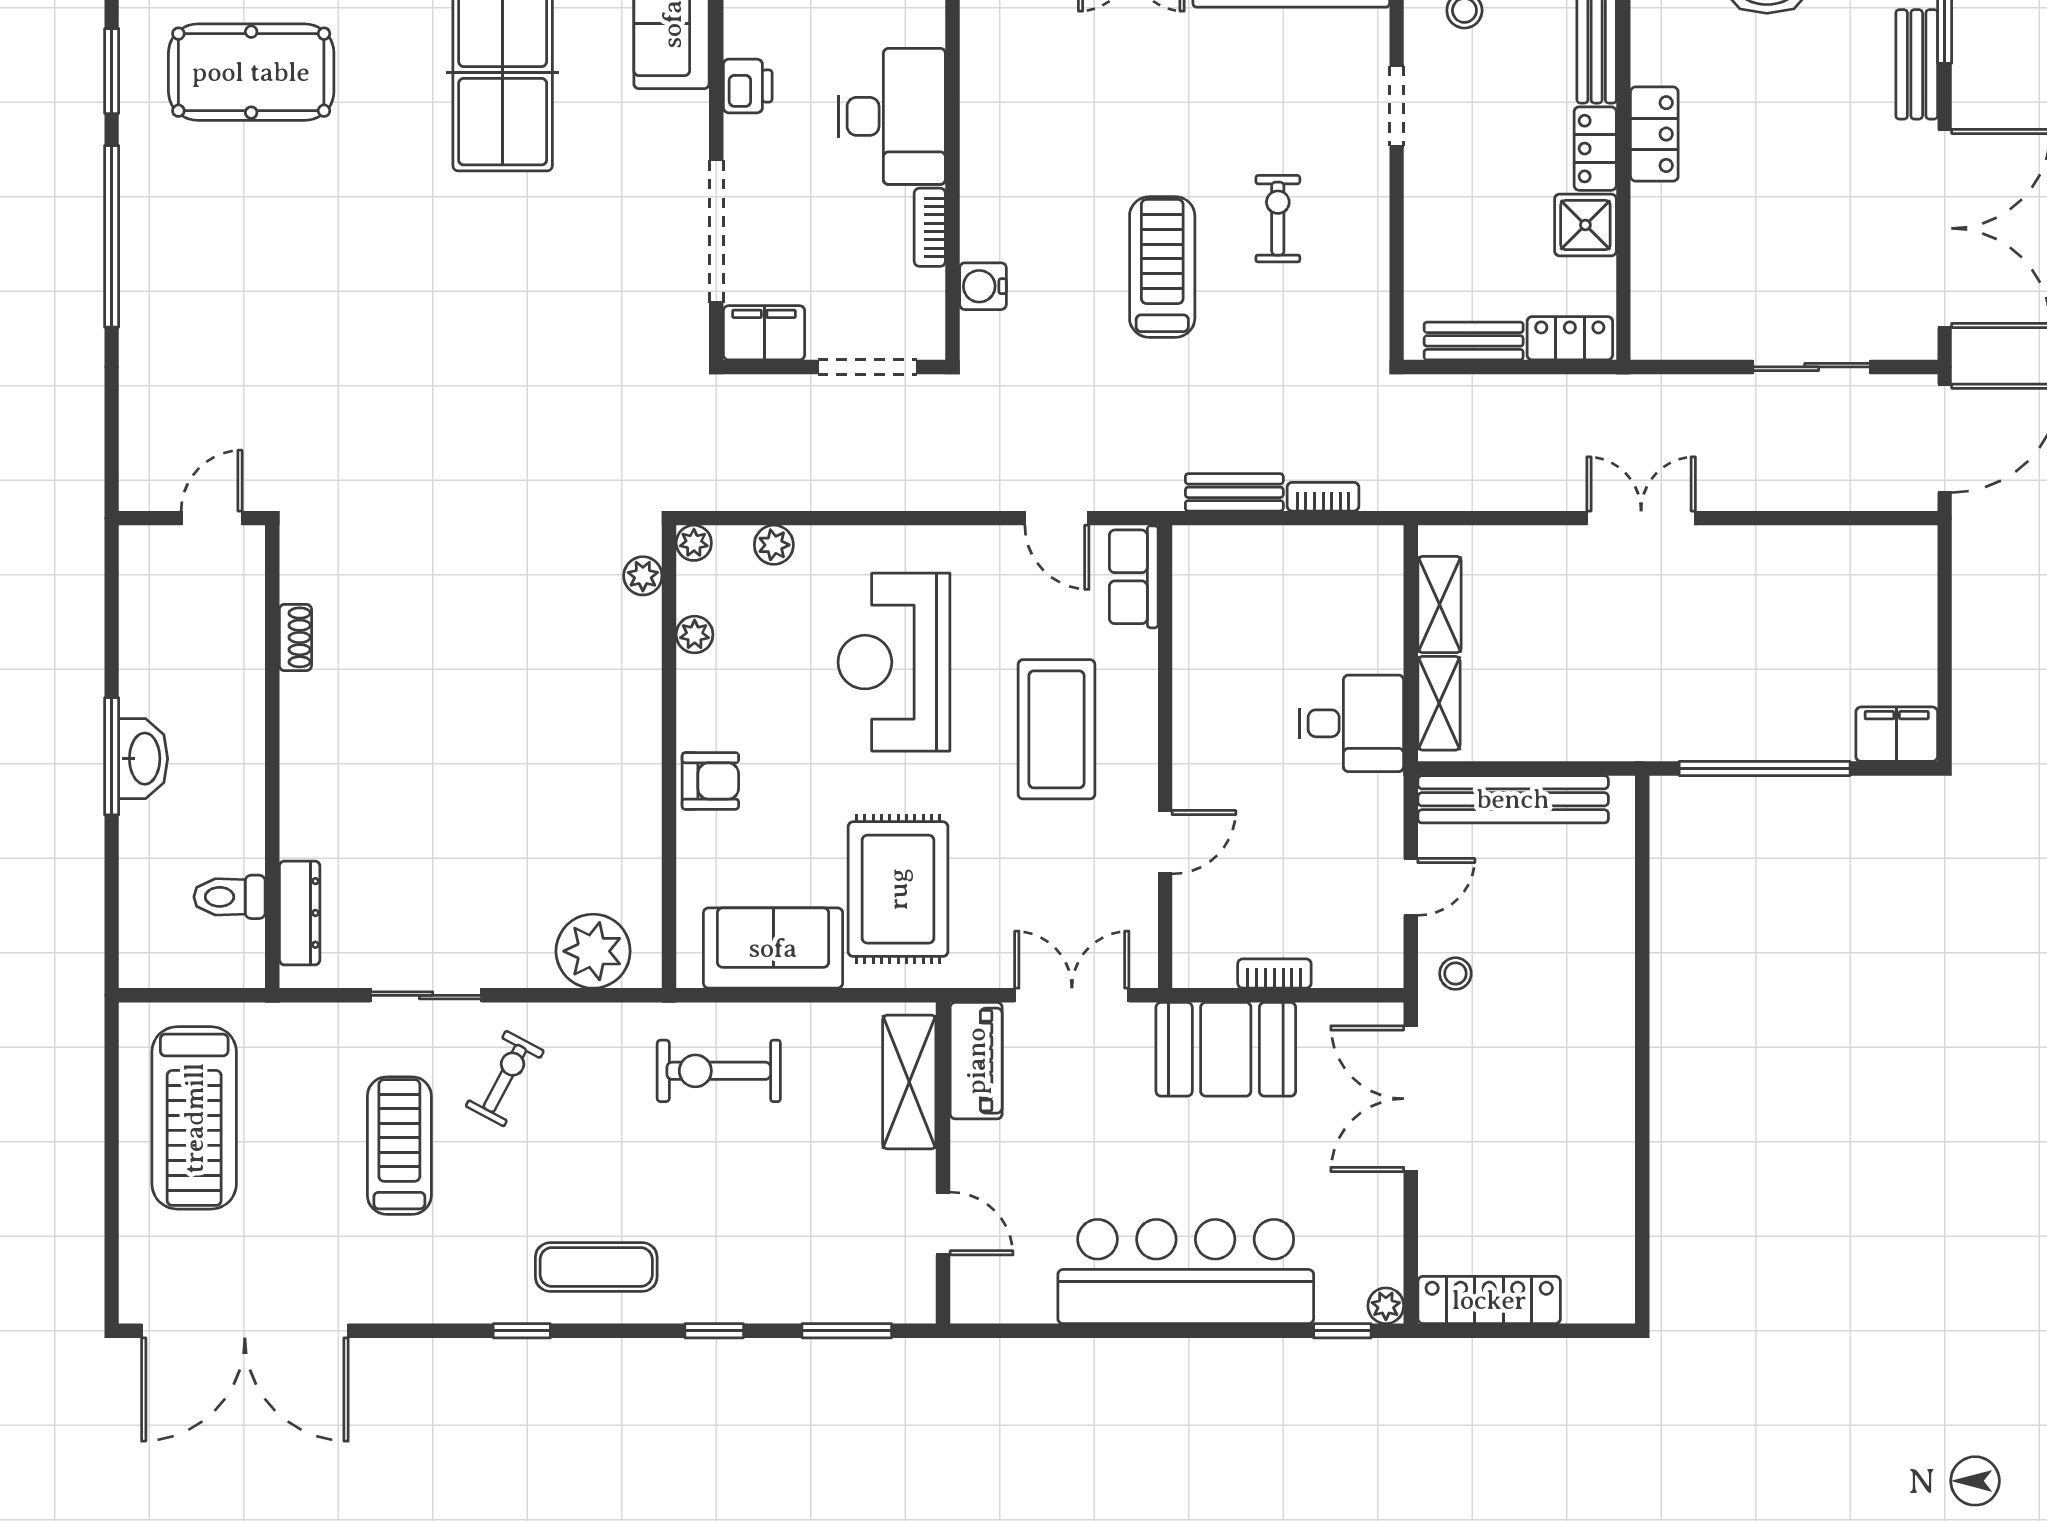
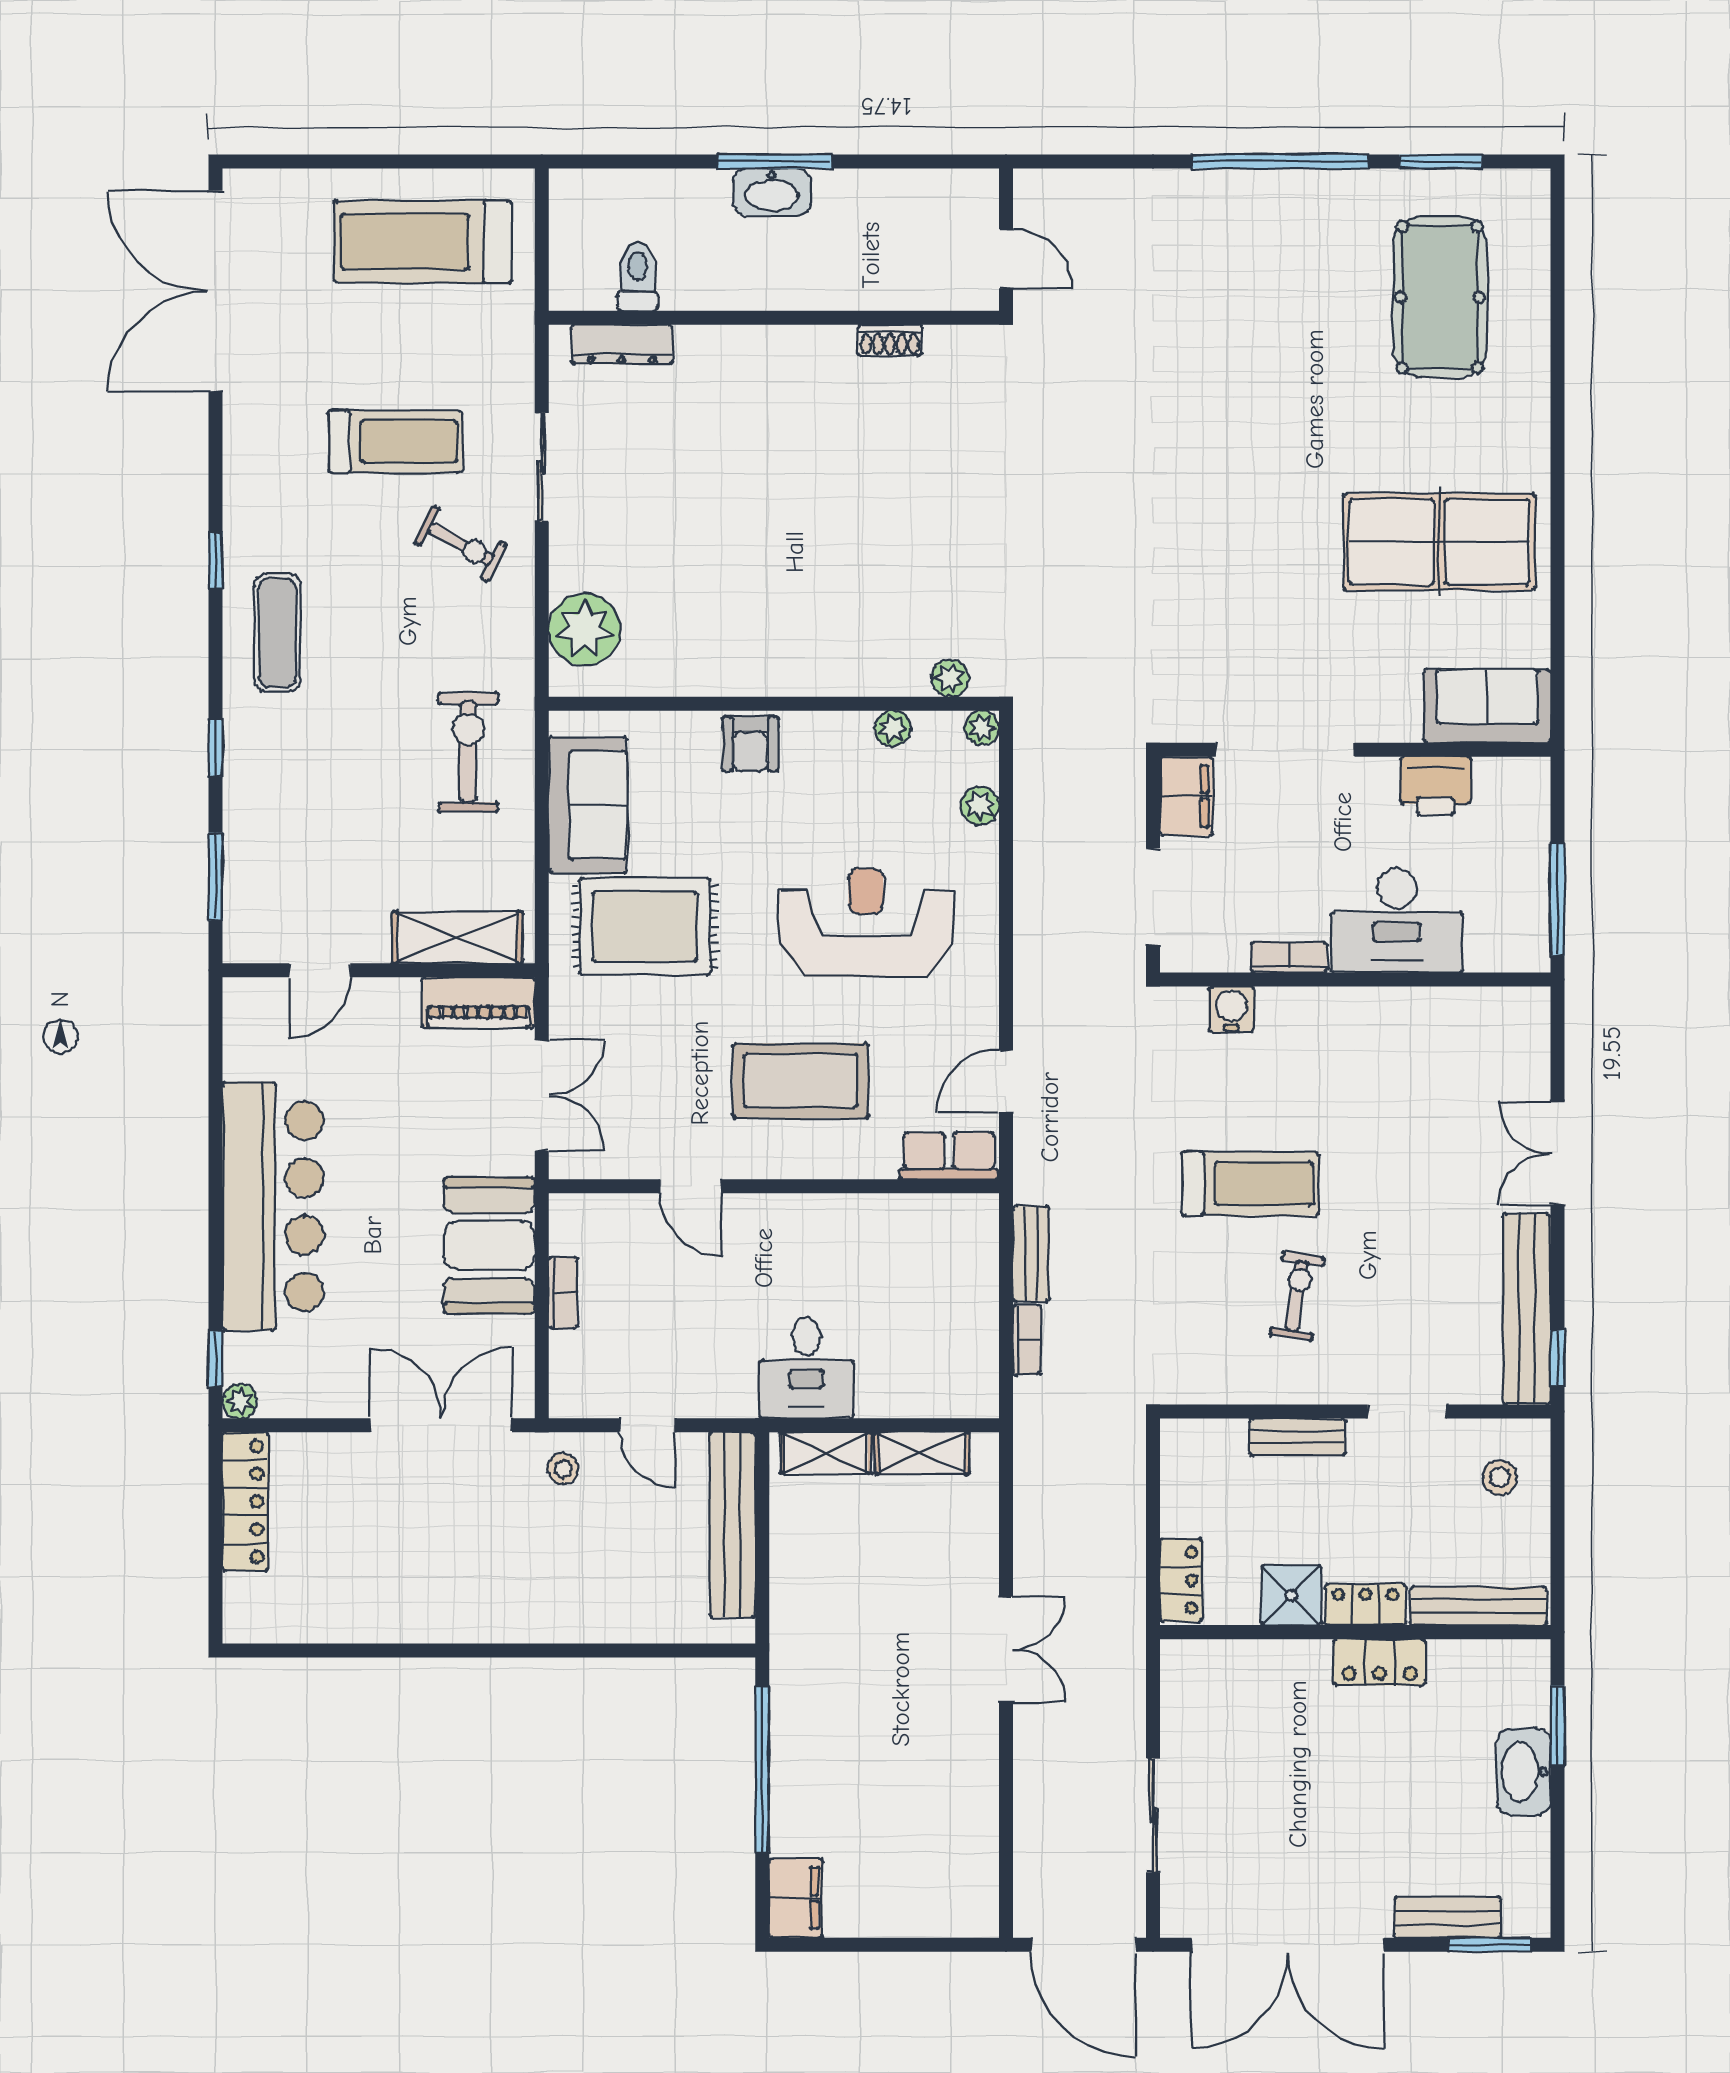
printer: (748, 86) -> (1436, 786), width x1.36, depth x1.24
exercise bike: (1278, 219) -> (1297, 1296), turned -81
bench: (1474, 341) -> (1297, 1437), moved, turned 90

